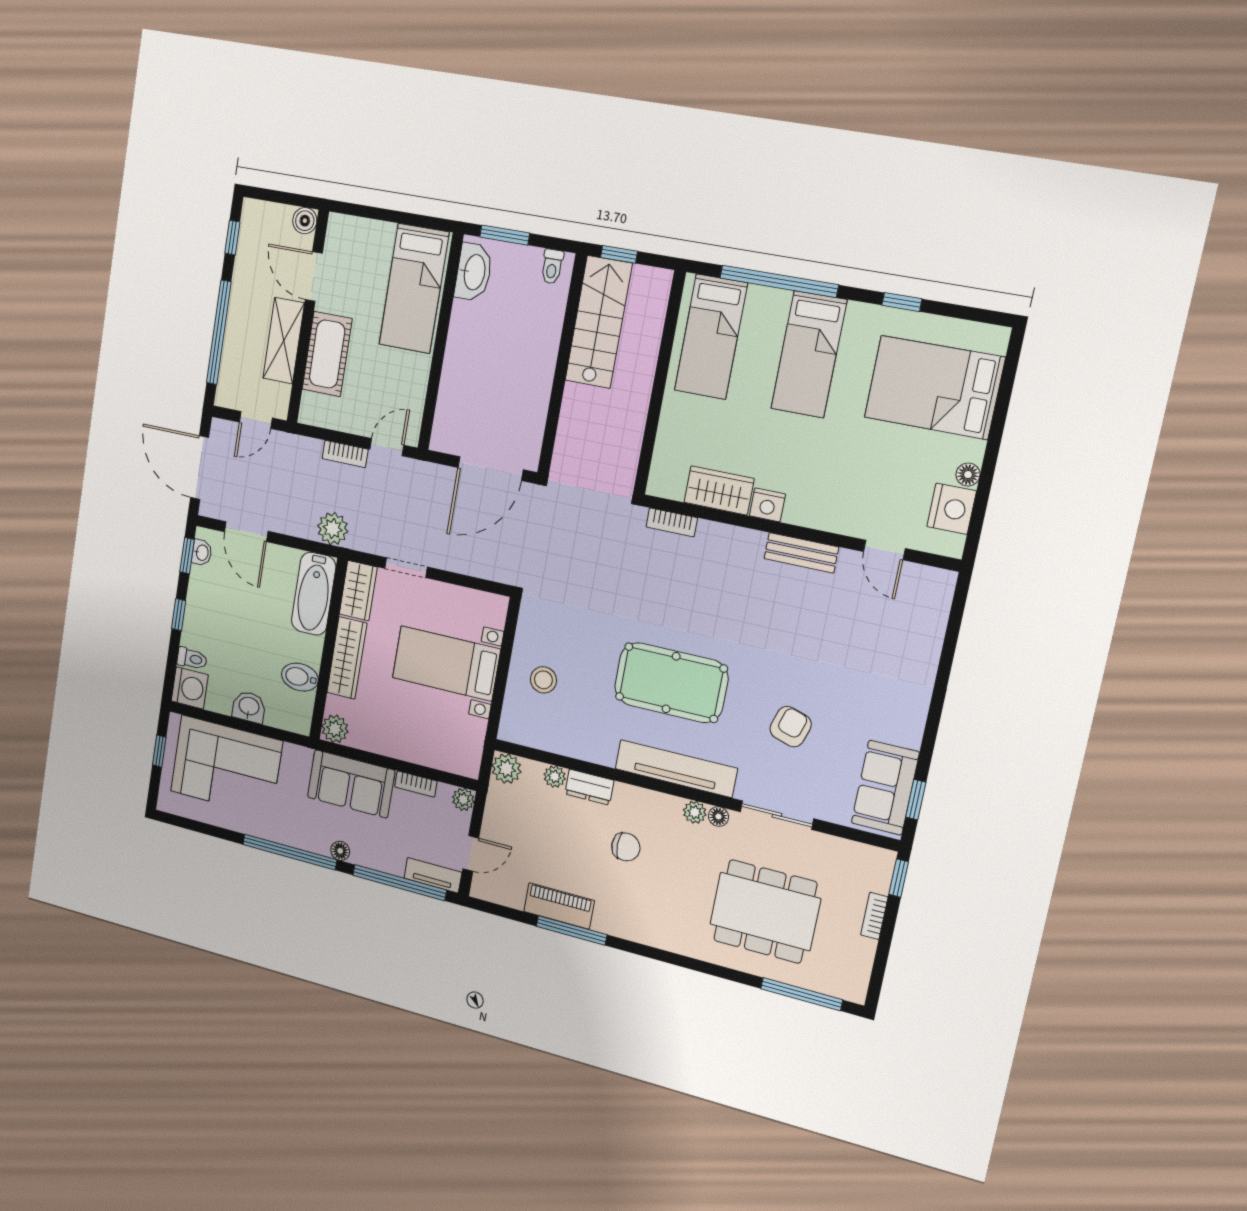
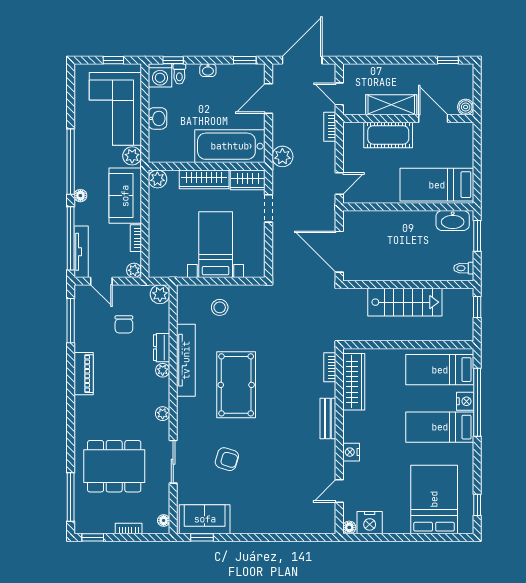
door: (314, 277) -> (433, 119), hinge flipped
nightstand: (773, 302) -> (465, 401), added
window: (902, 302) -> (477, 505), moved
stairs: (599, 322) -> (405, 302), moved
window: (219, 332) -> (389, 60), removed
door: (387, 447) -> (339, 184), hinge flipped
bookcase: (345, 454) -> (330, 127), moved
floor lamp: (968, 475) -> (349, 527), moved
wardrobe: (719, 490) -> (354, 382), width x1.50
nightstand: (767, 505) -> (351, 452), moved
washbasin: (202, 553) -> (208, 70), moved
bench: (801, 553) -> (328, 419), moved
bathtub: (314, 594) -> (230, 146), width x1.36, depth x1.36
window: (179, 615) -> (173, 60), moved
bidet: (300, 677) -> (185, 150), removed
plant: (296, 759) -> (132, 156), added
tv unit: (676, 768) -> (186, 360), moved
plant: (555, 777) -> (163, 370), moved
floor lamp: (718, 817) -> (164, 520), moved
chair: (626, 847) -> (124, 324), moved
tv unit: (433, 875) -> (81, 252), width x1.41
window: (899, 878) -> (93, 537), moved
piano: (559, 906) -> (84, 374), moved
dining table: (765, 911) -> (114, 466), turned 90
window: (572, 930) -> (71, 321), moved

